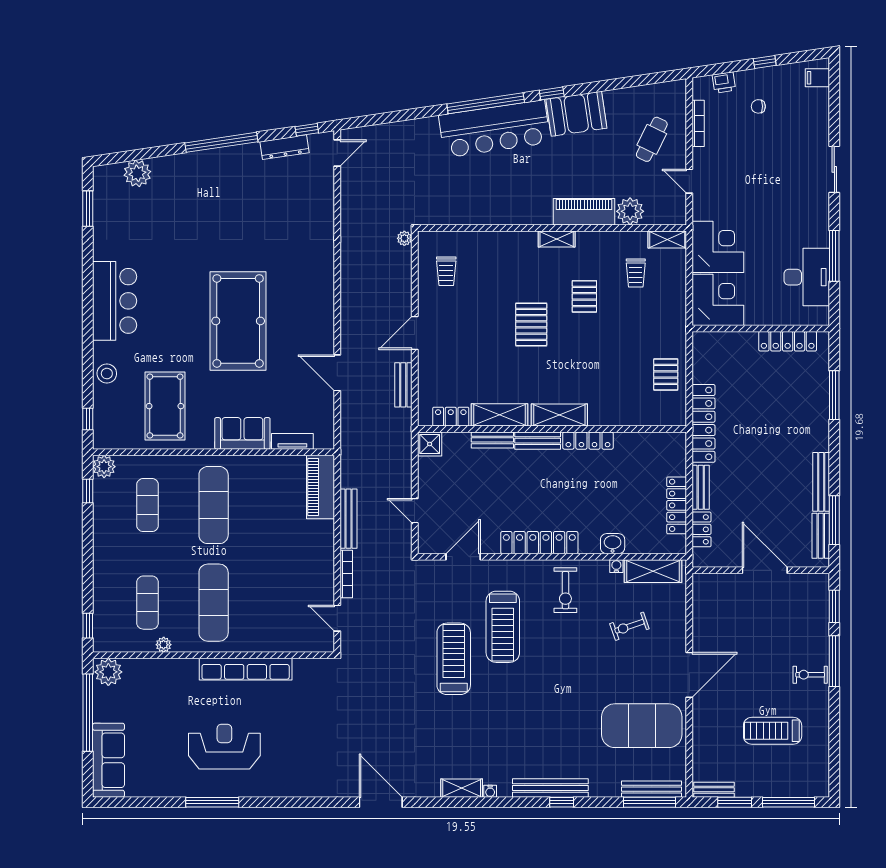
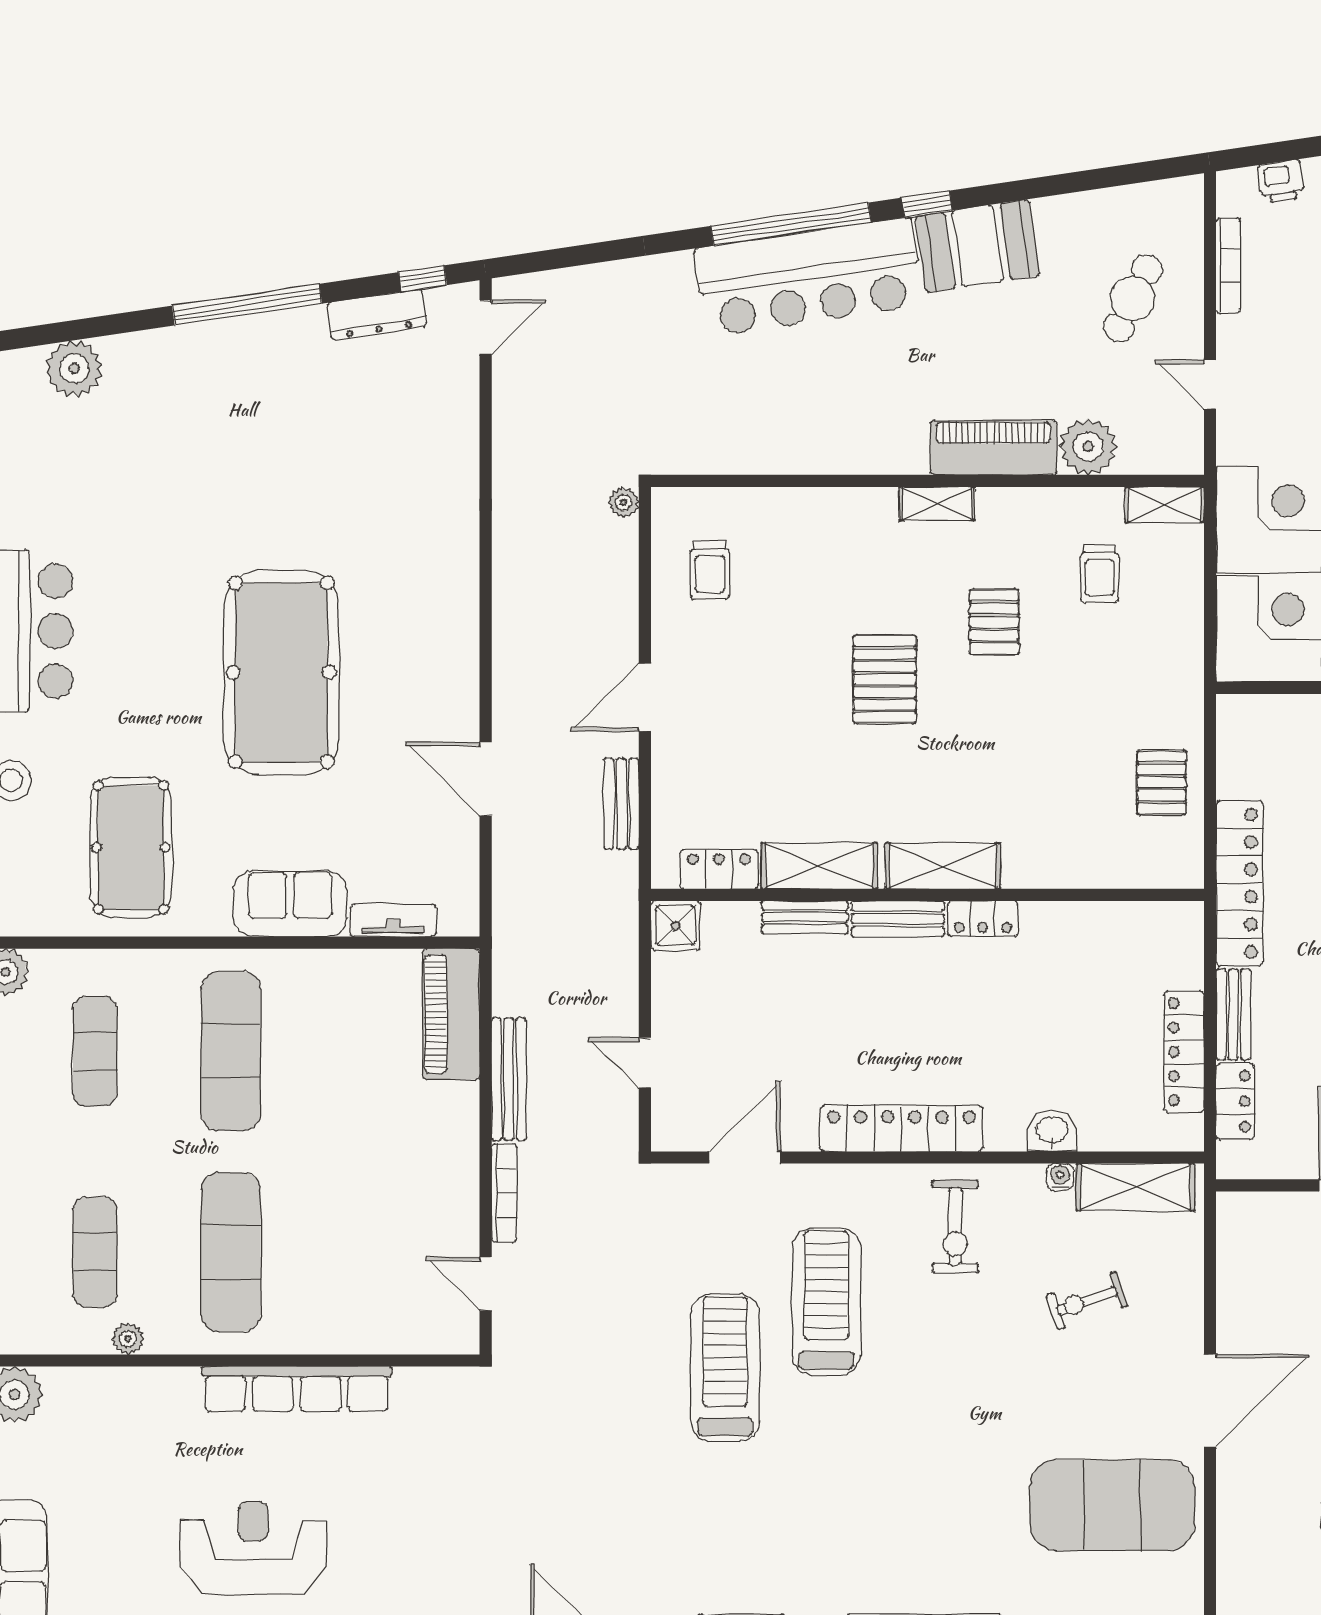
locker: (588, 441) -> (983, 919), width x0.66
treadmill: (503, 627) -> (826, 1302), turned 180

